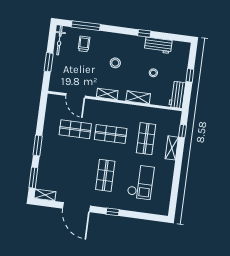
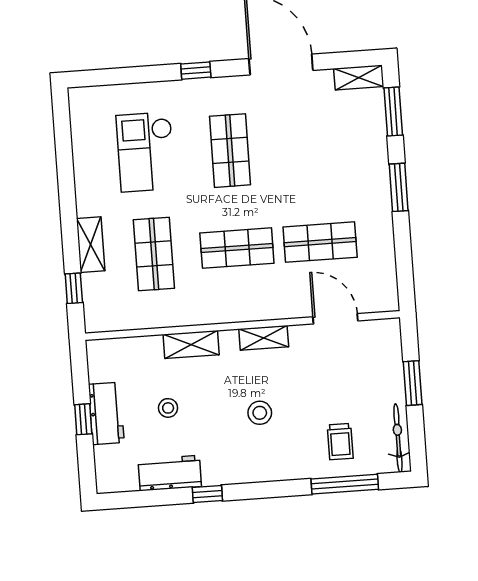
workbench: (177, 95) -> (106, 413), moved

